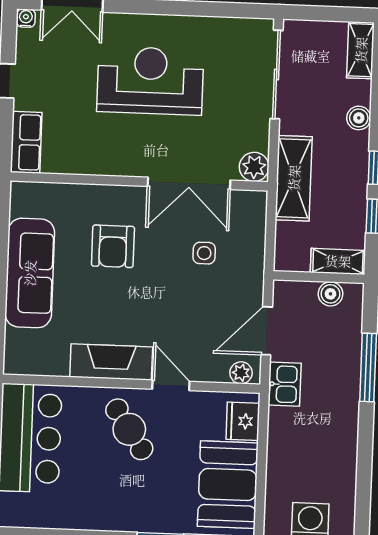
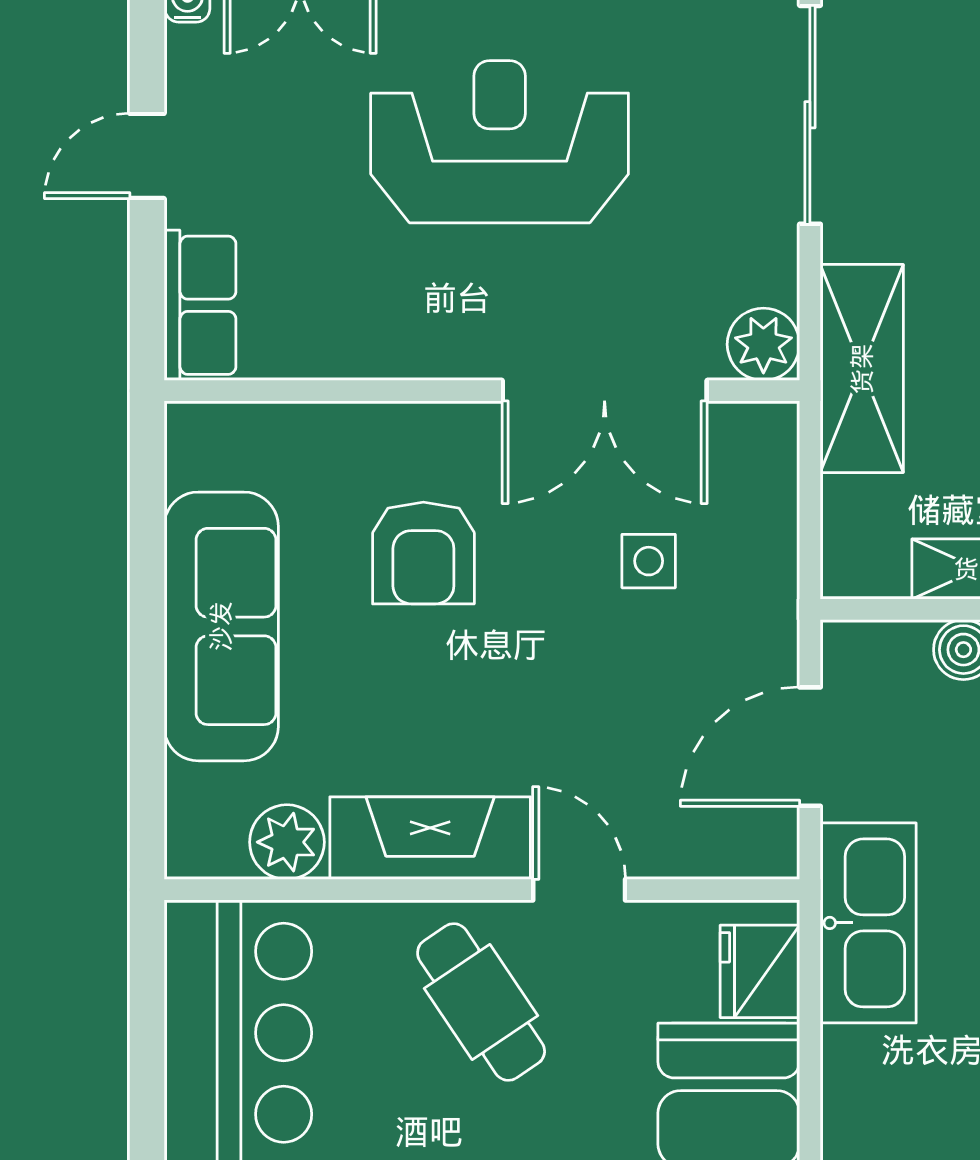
plant: (241, 373) -> (287, 842), moved, width x1.38, depth x1.38
kitchen sink: (285, 384) -> (868, 923), width x1.87, depth x1.24

